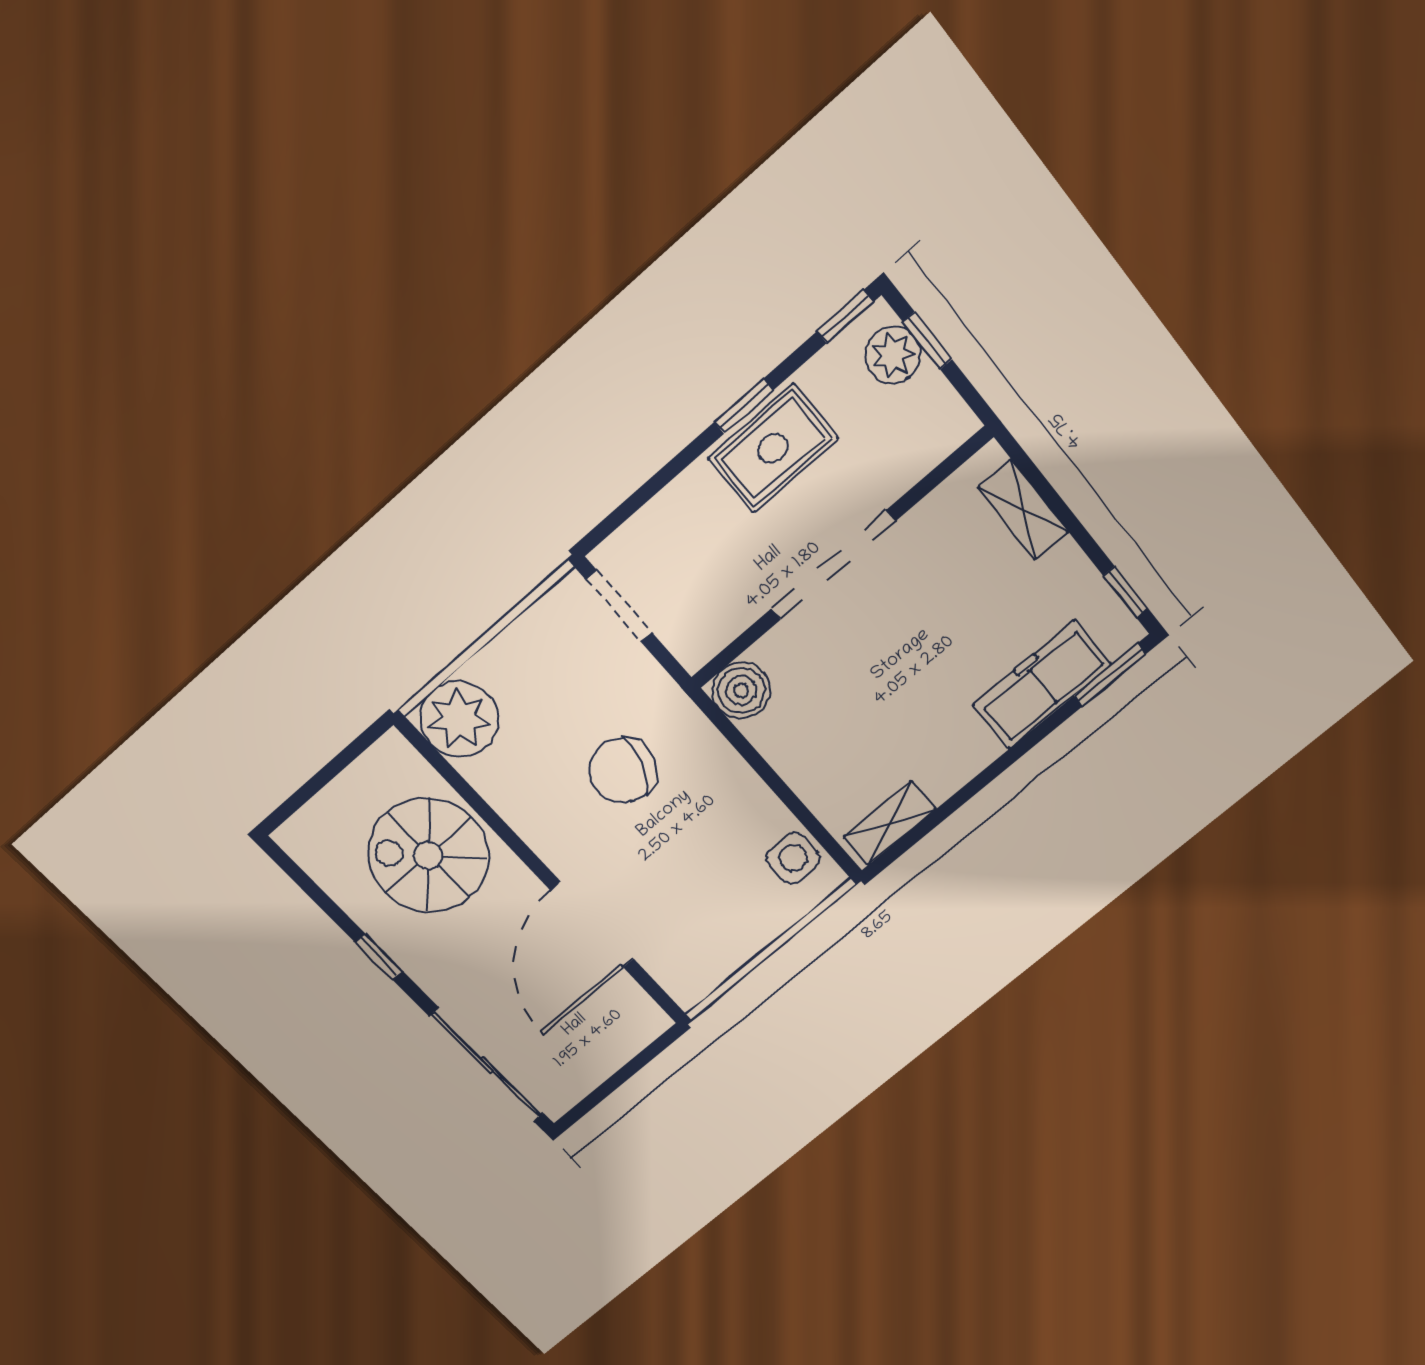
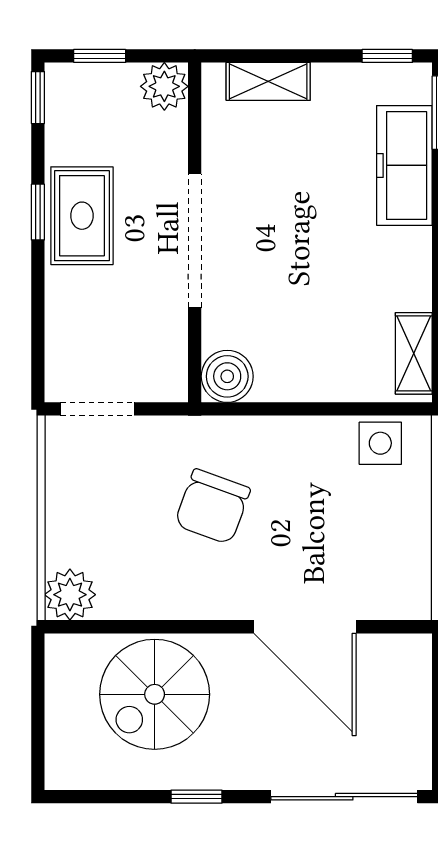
plant: (893, 355) -> (164, 86), moved
plant: (459, 719) -> (70, 595), width x0.73, depth x0.73

